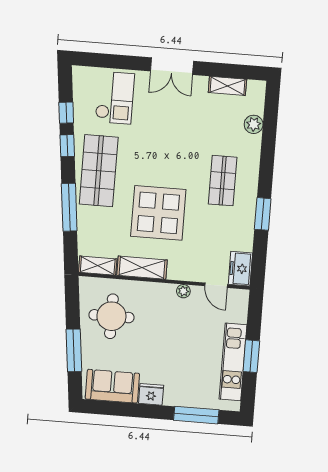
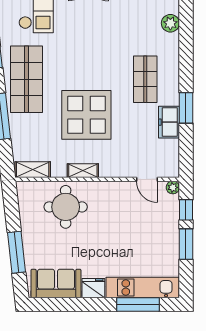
shelving: (142, 268) -> (83, 171), width x0.67, depth x0.75
freezer: (240, 269) -> (169, 122), moved
plant: (183, 291) -> (173, 187), moved
round table: (111, 316) -> (66, 207), moved
window: (254, 320) -> (186, 210), added
kitchen unit: (233, 362) -> (143, 288), moved, turned 90

